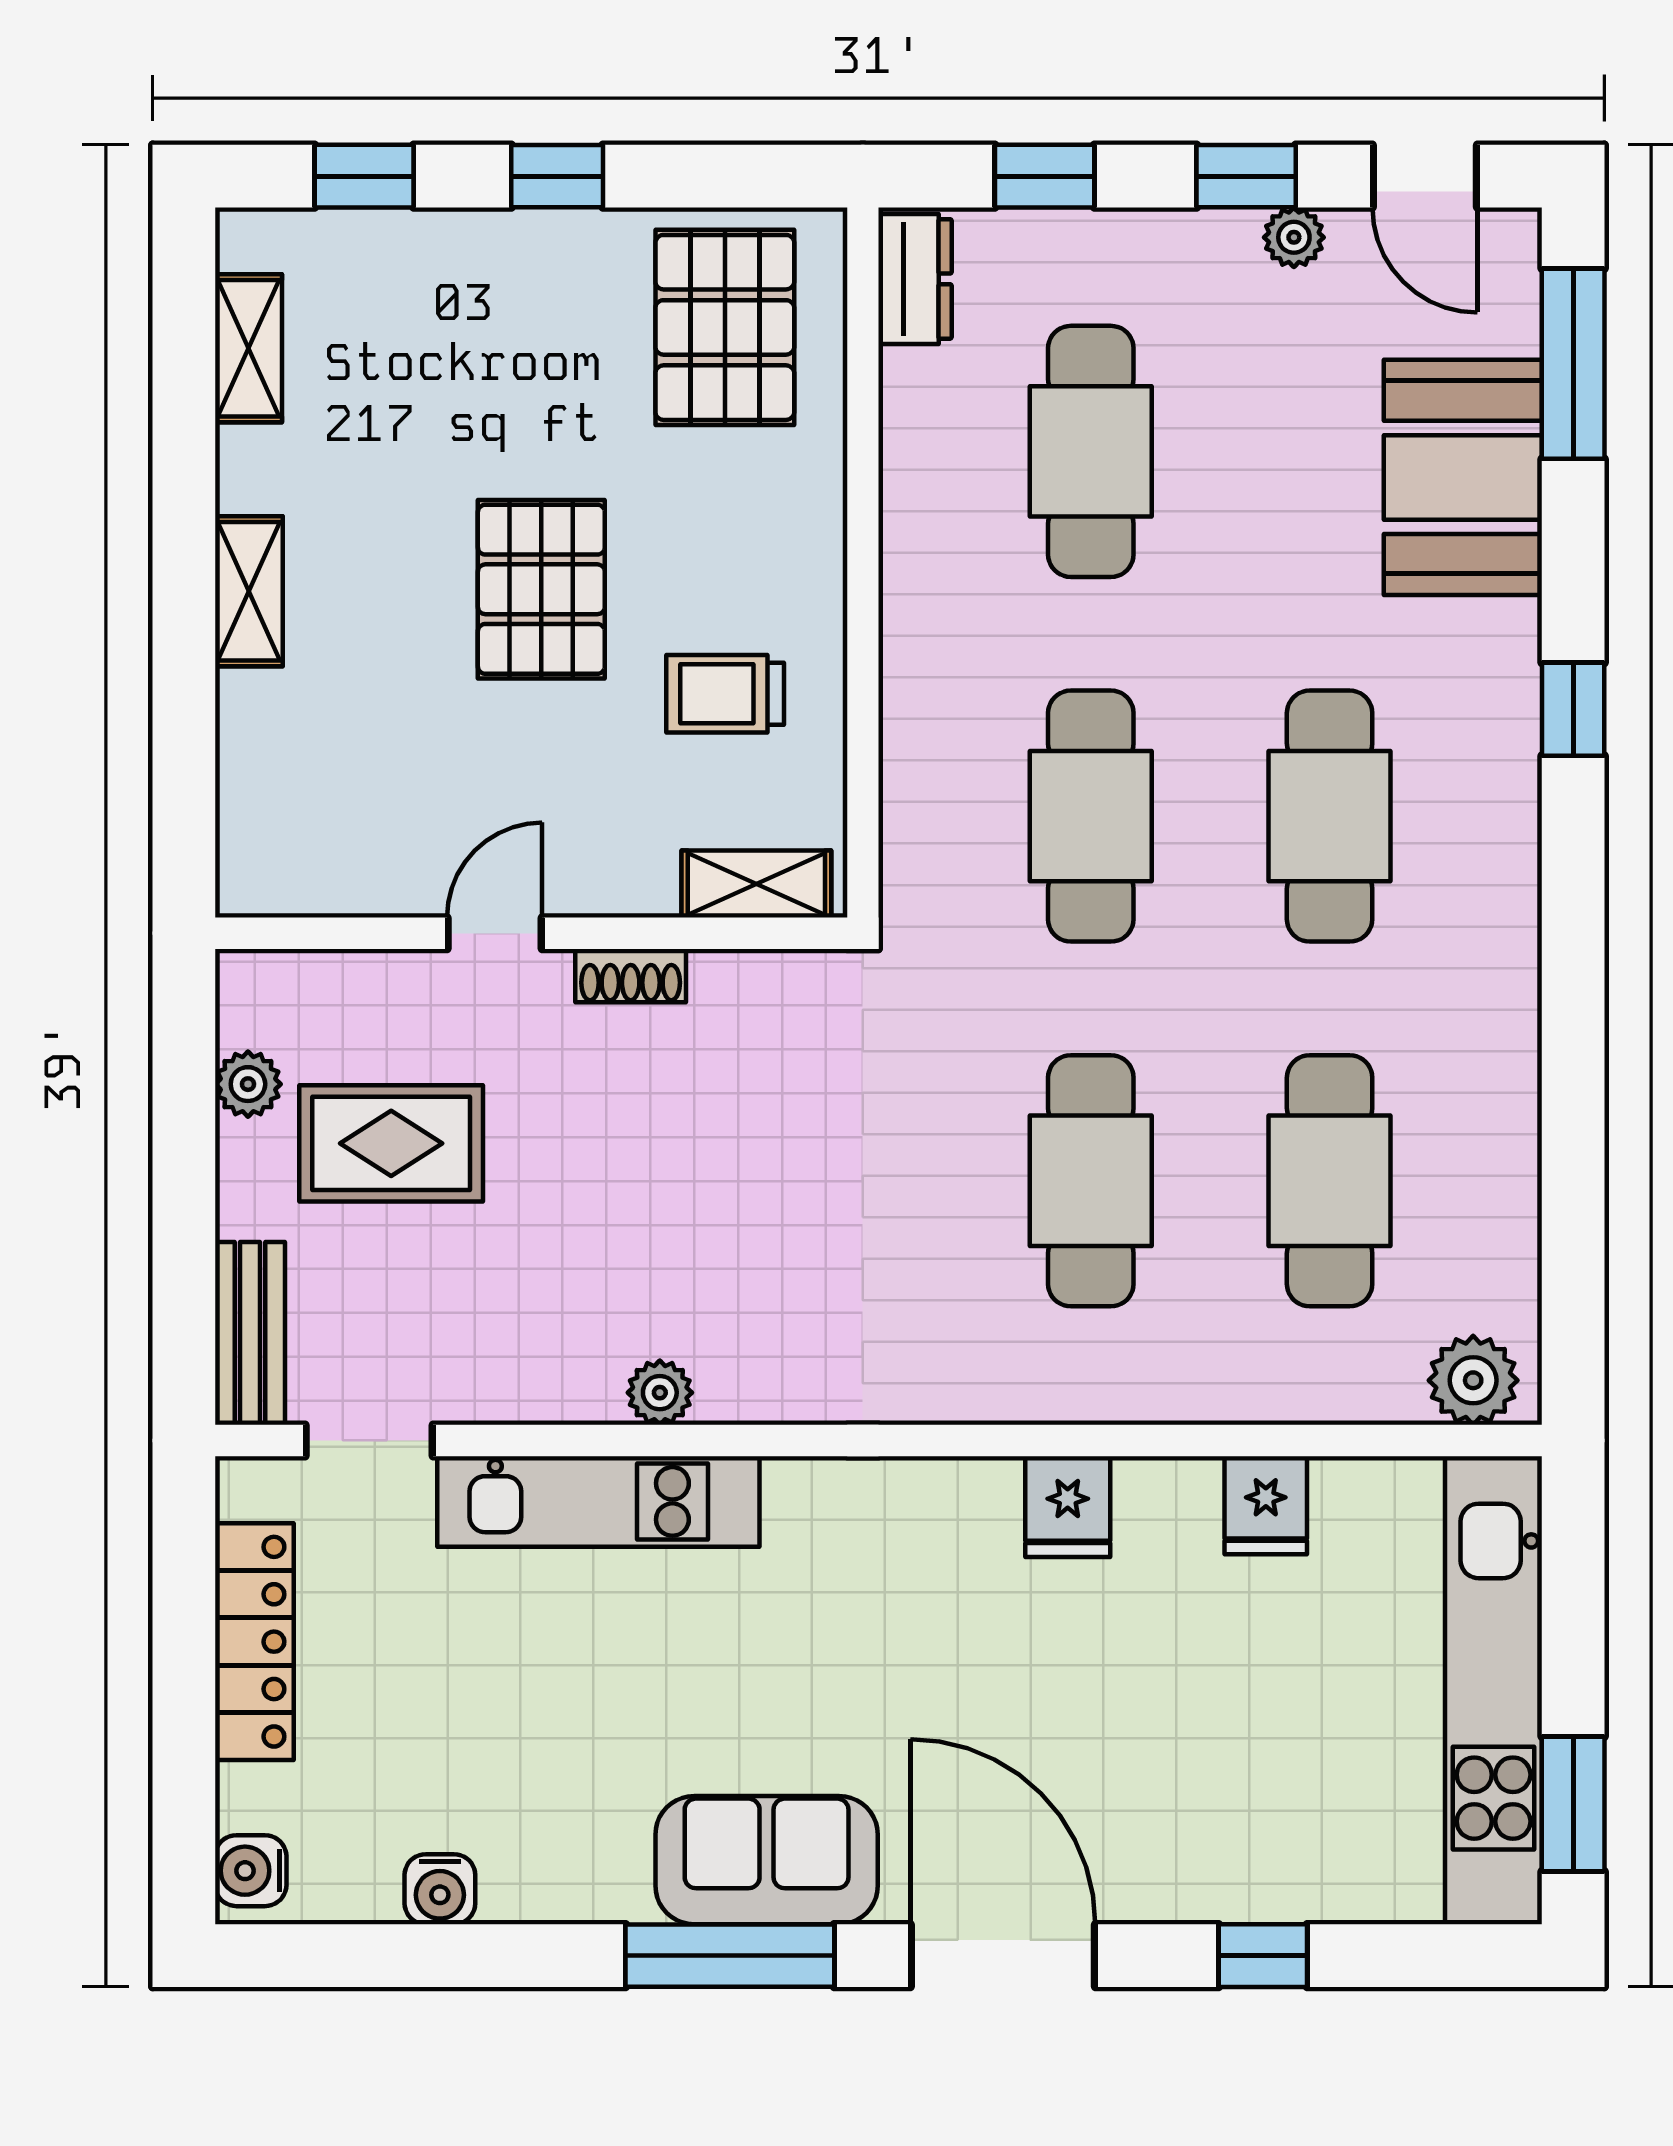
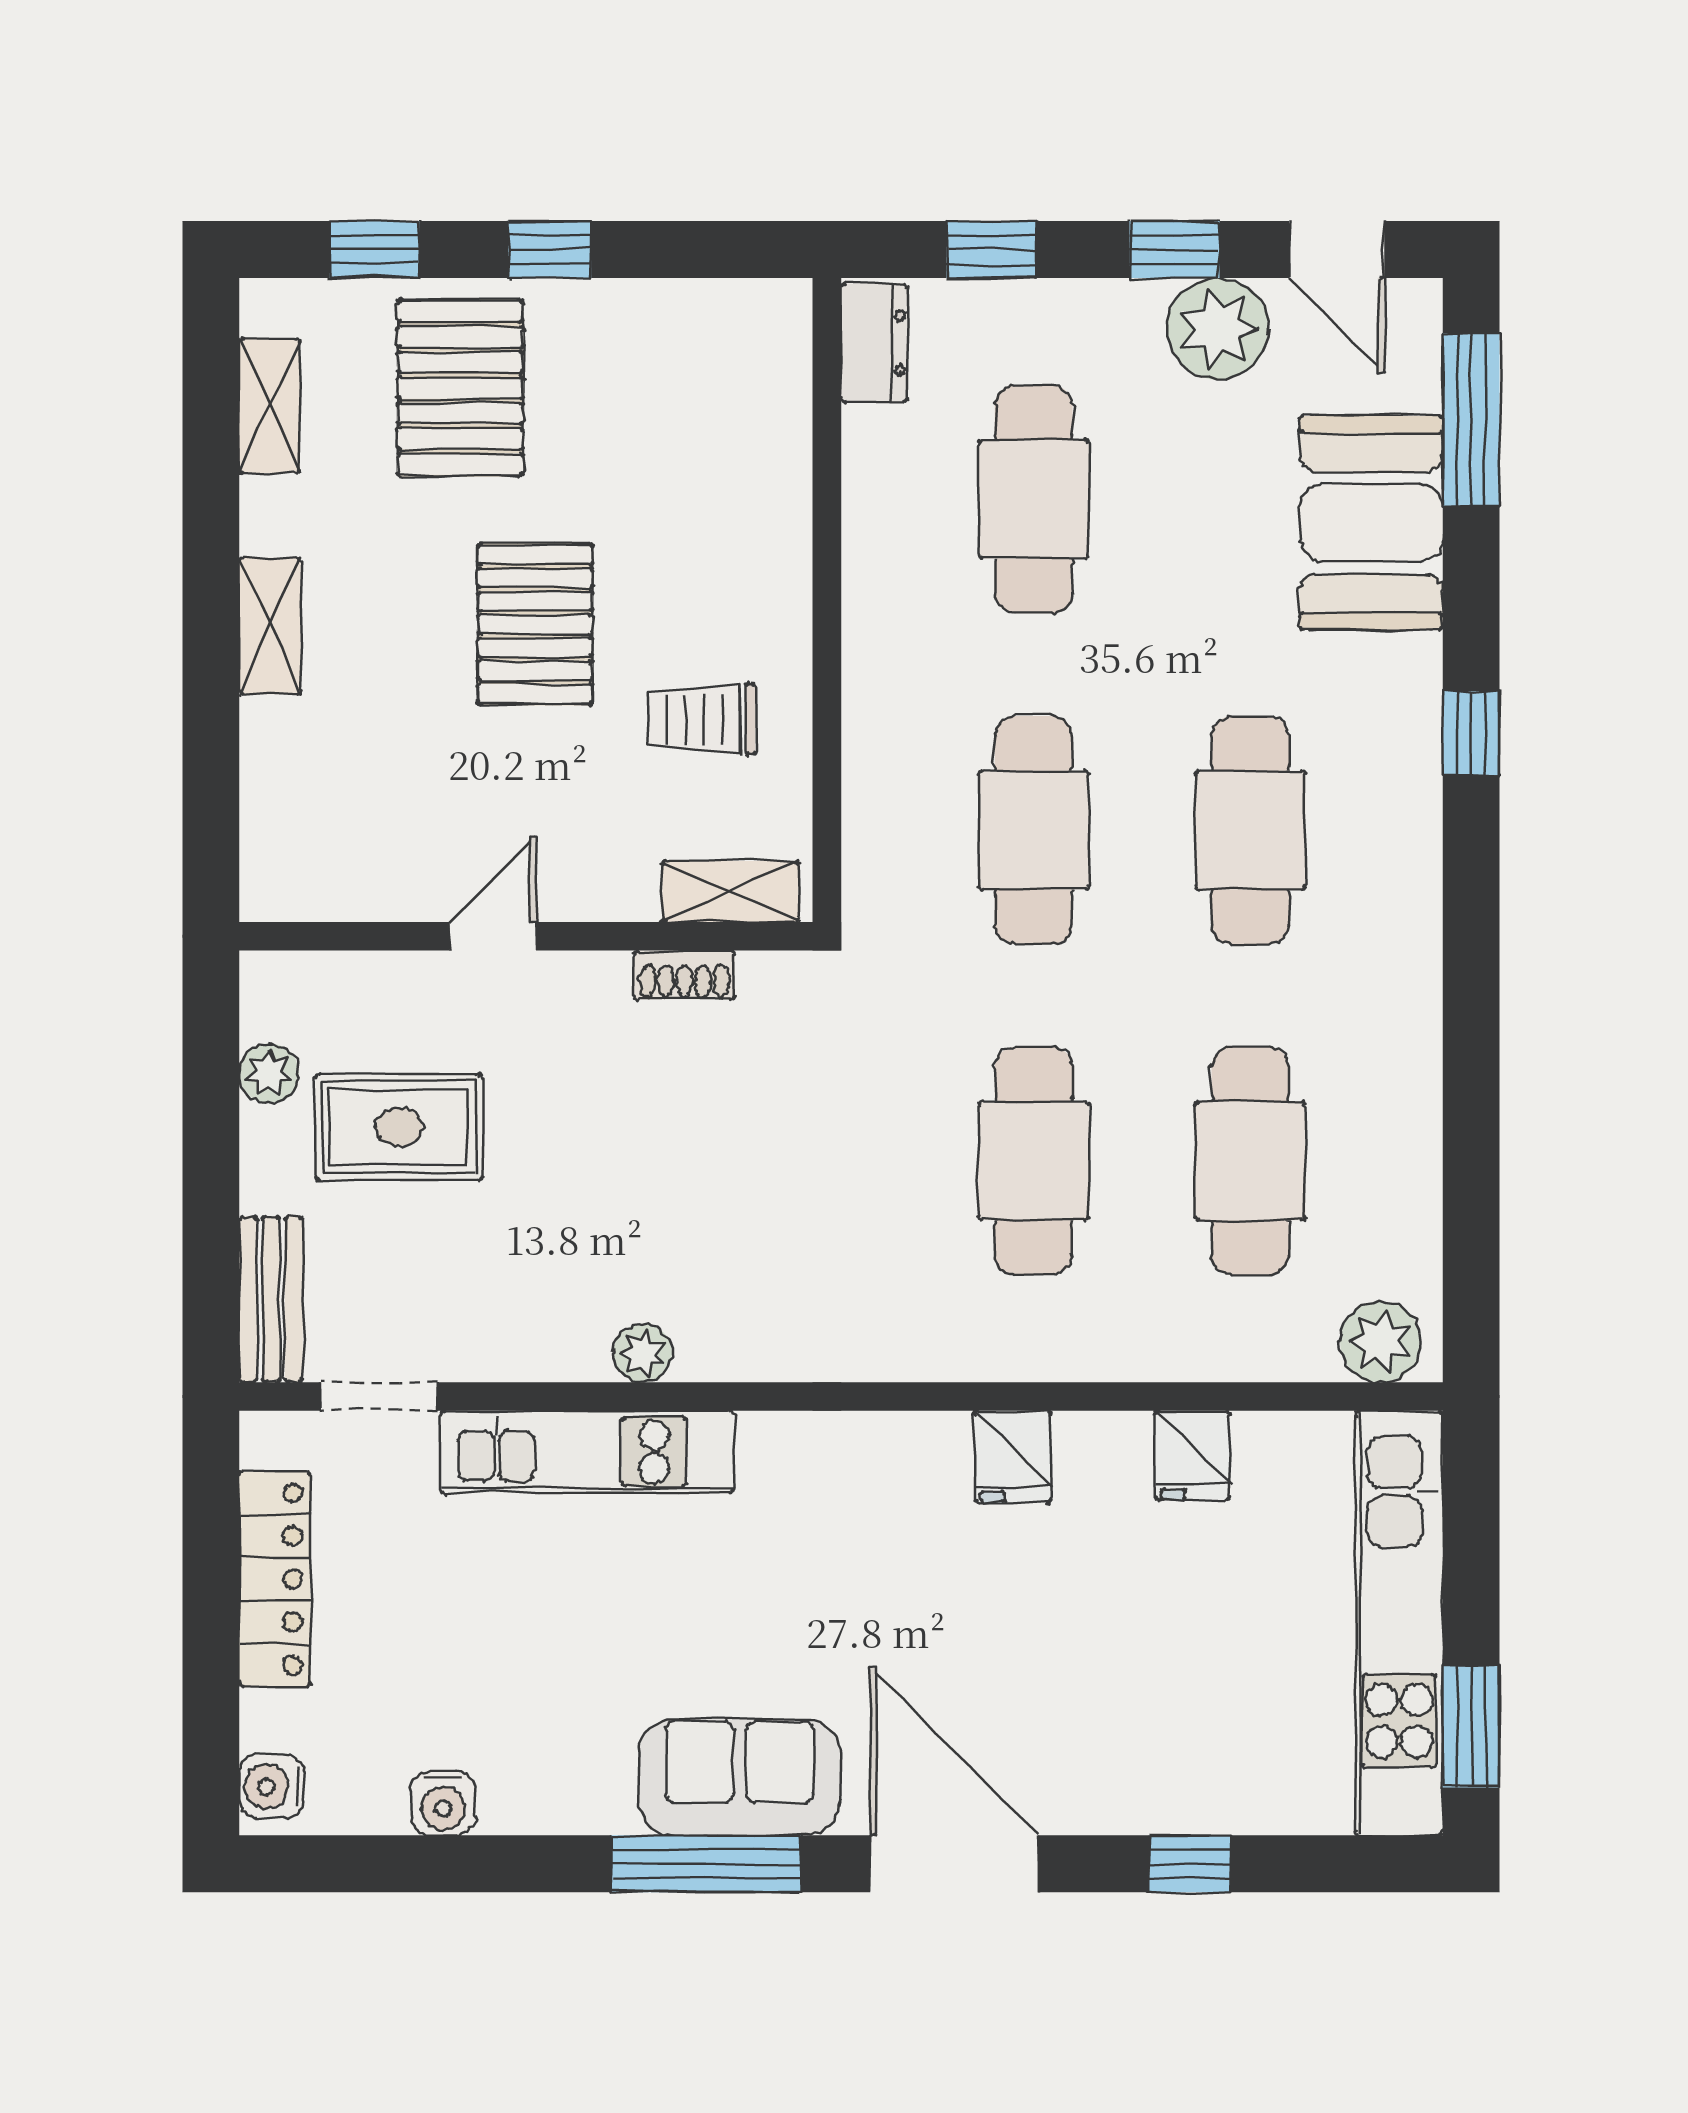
plant: (1294, 237) -> (1218, 329), width x1.87, depth x1.87
pallet: (725, 327) -> (460, 388), moved
shoe rack: (631, 976) -> (684, 975), moved

